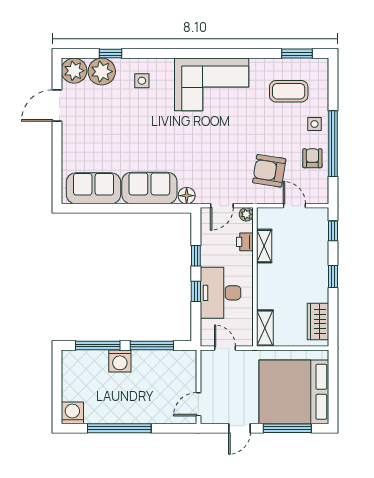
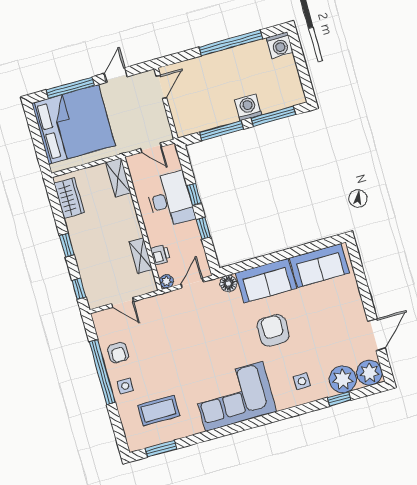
armchair: (269, 171) -> (273, 330), moved, turned -99

